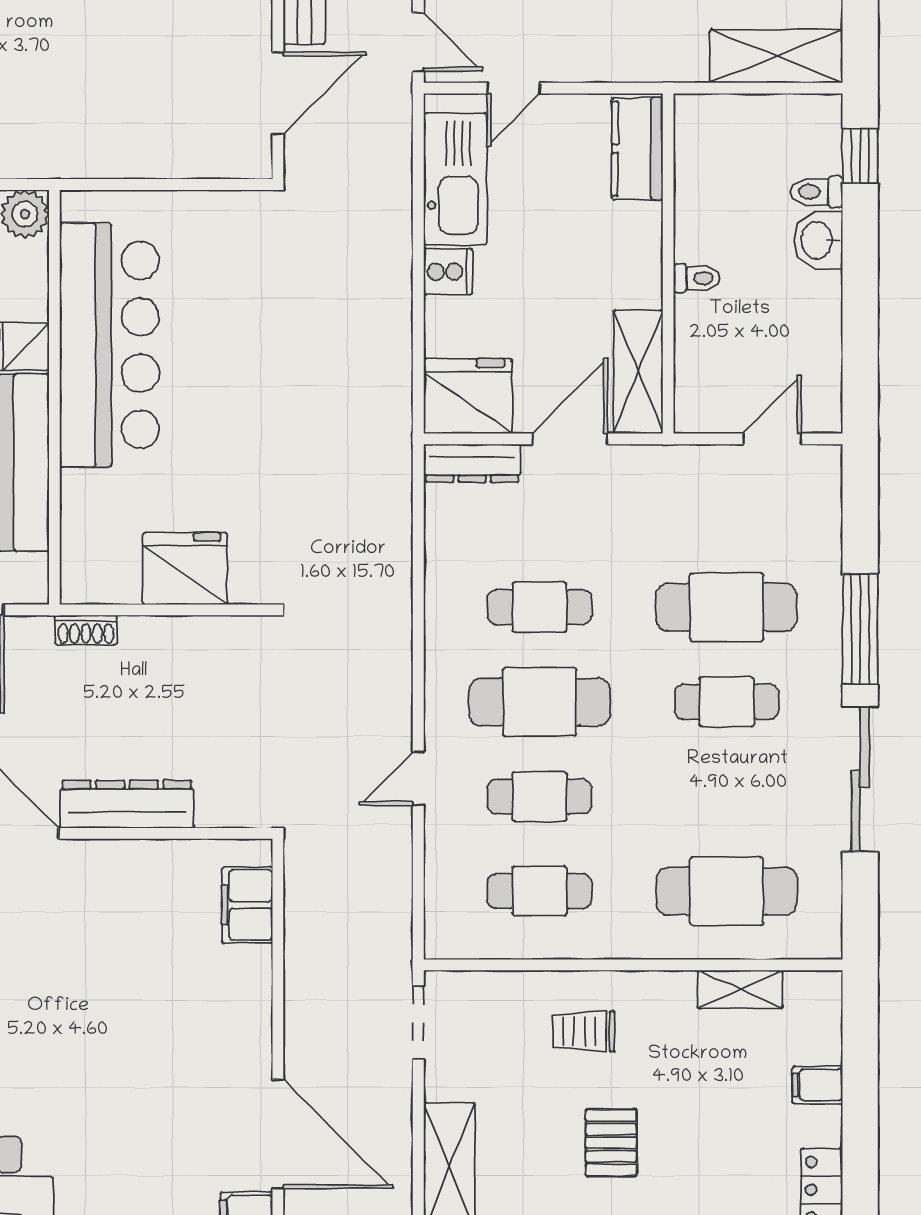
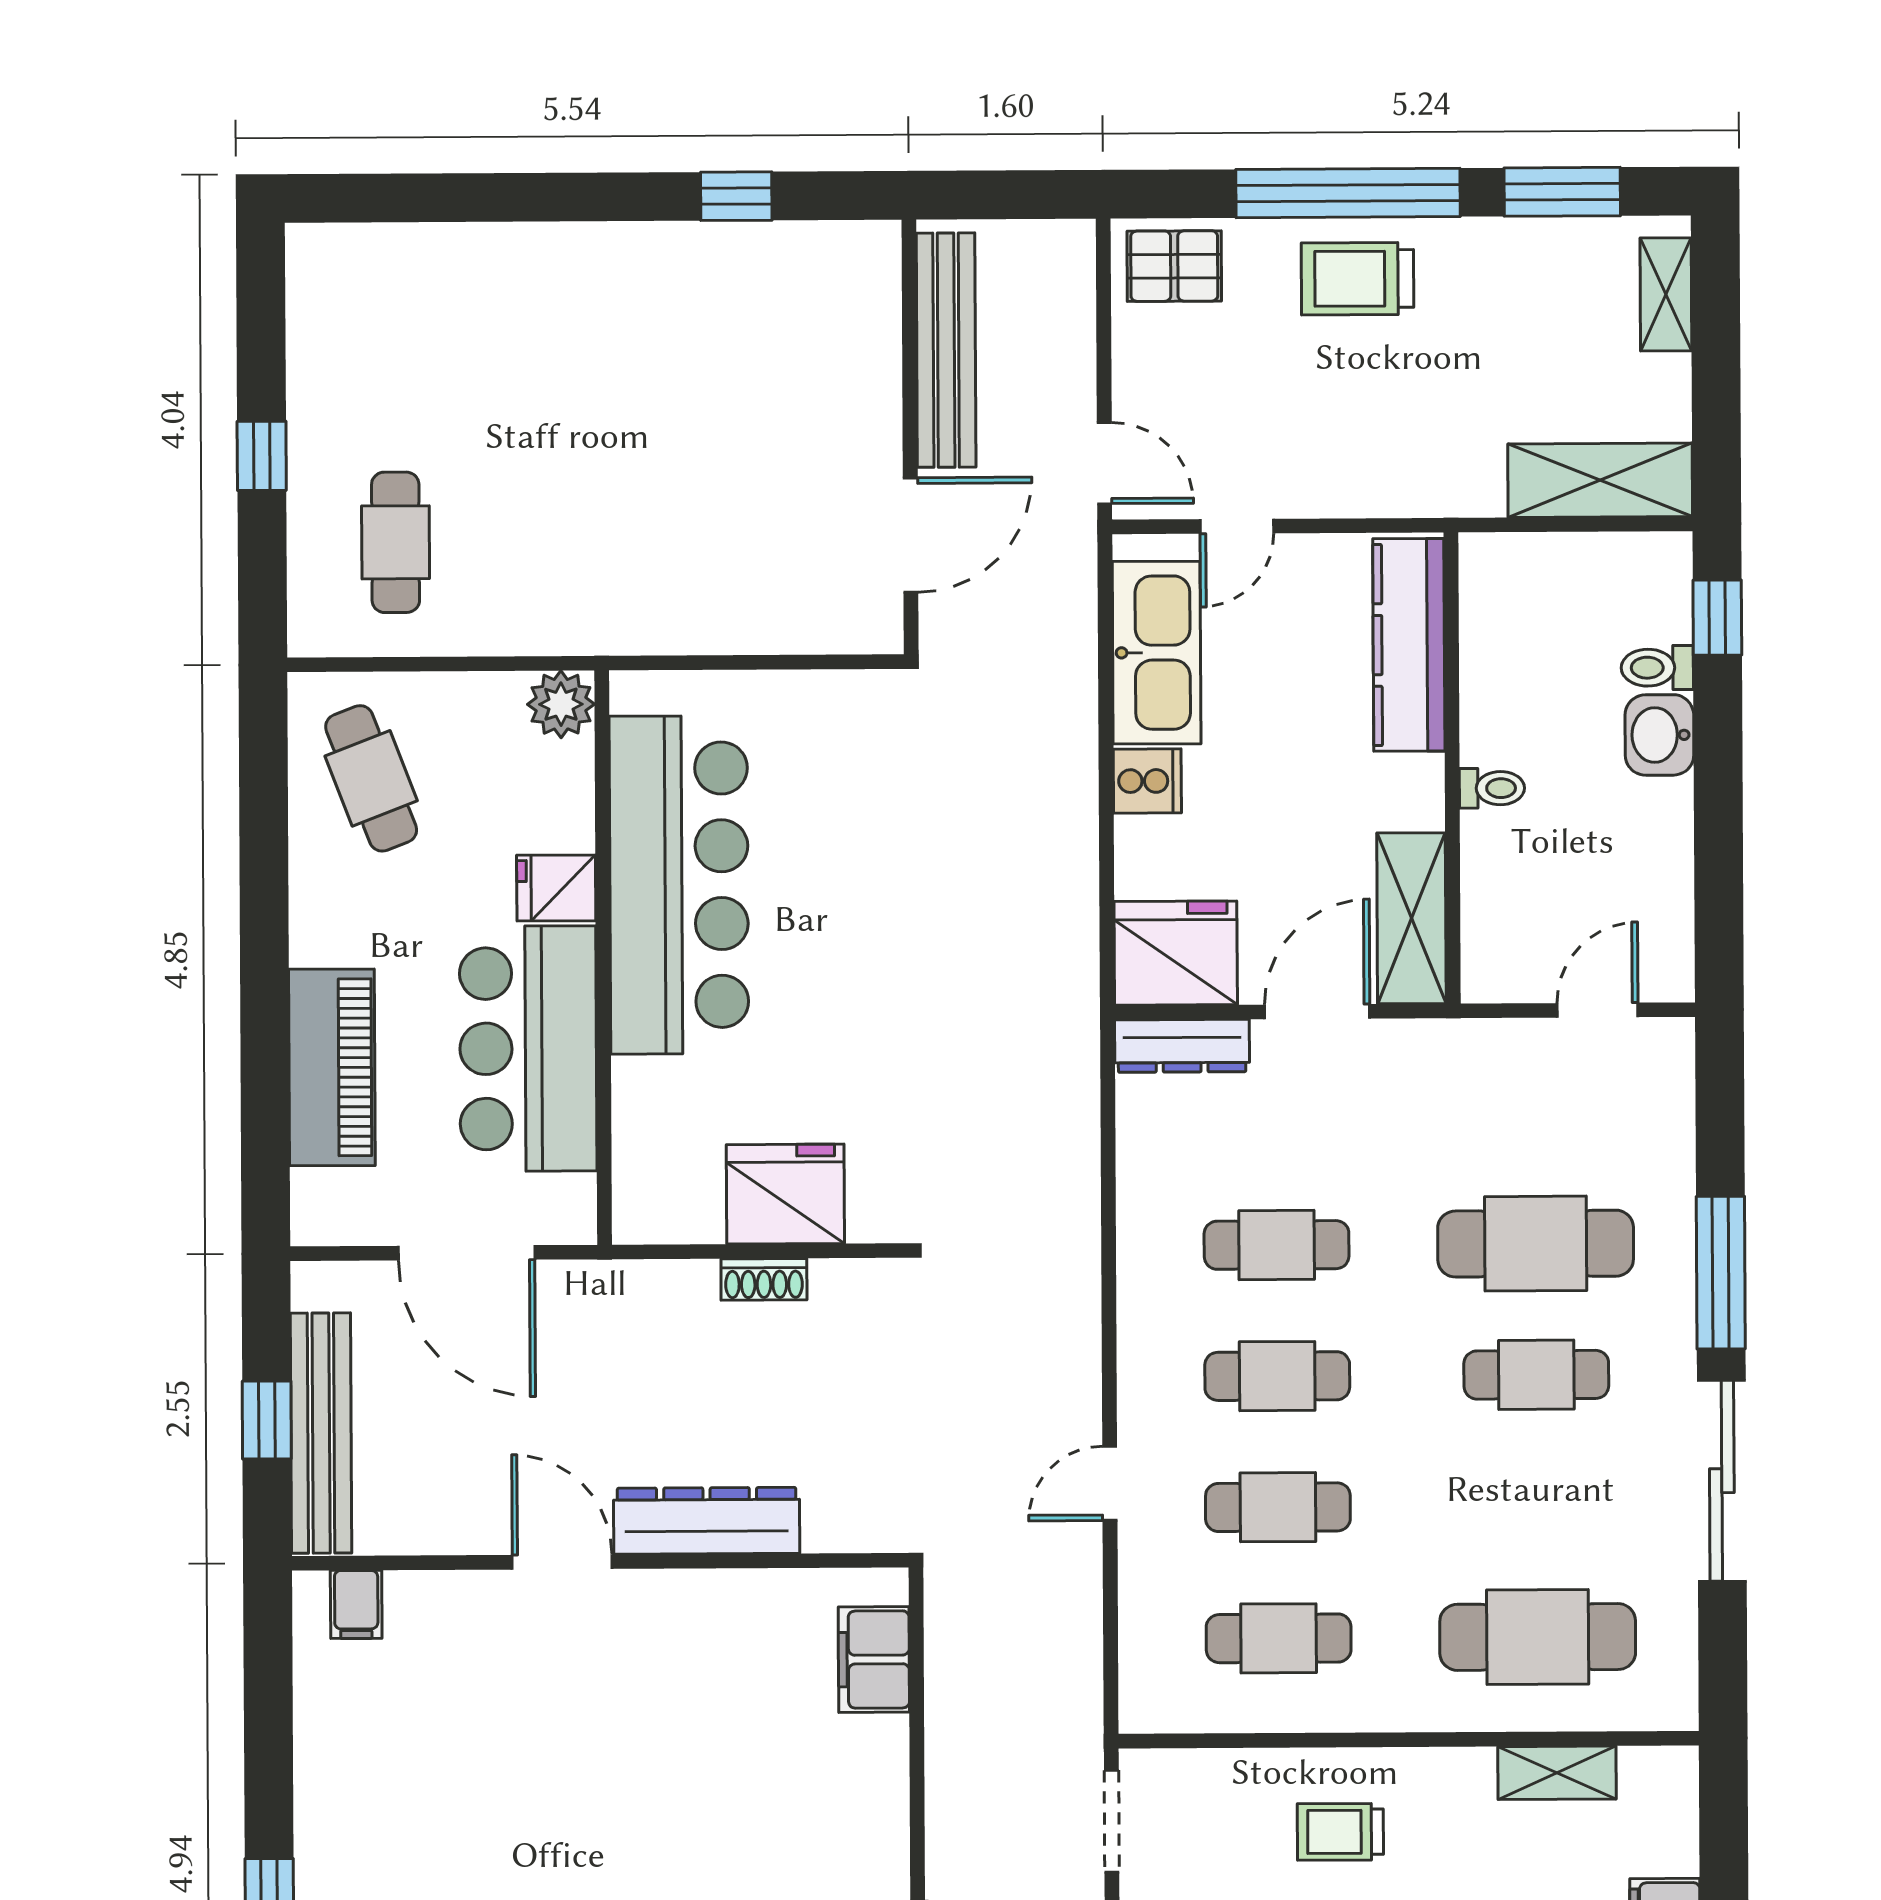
kitchen counter: (637, 149) -> (1409, 645), width x1.50
shoe rack: (86, 630) -> (764, 1279), moved
cafe table: (540, 702) -> (1277, 1376), width x0.73, depth x0.74

